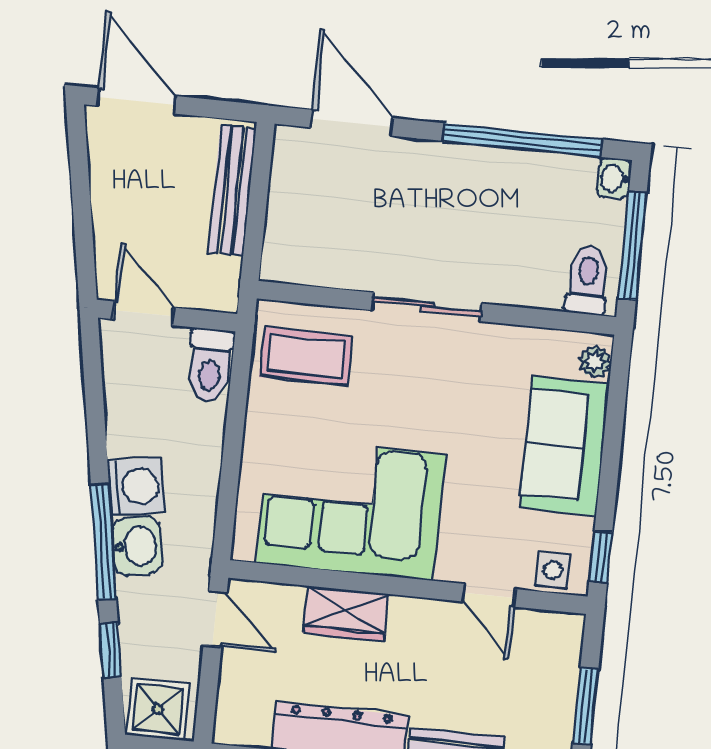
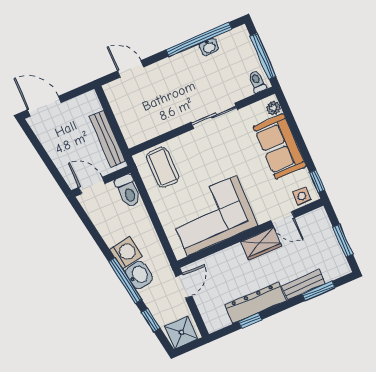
door: (352, 123) -> (130, 69), width x0.73
washbasin: (614, 178) -> (209, 47), moved, turned -90
bench: (232, 190) -> (108, 139), moved
toilet: (587, 280) -> (257, 82), width x0.73, depth x0.72
sliding door: (427, 307) -> (214, 116), moved
coffee table: (306, 356) -> (163, 167), turned 90
wardrobe: (346, 613) -> (261, 244), moved
door: (215, 619) -> (184, 286), hinge flipped

